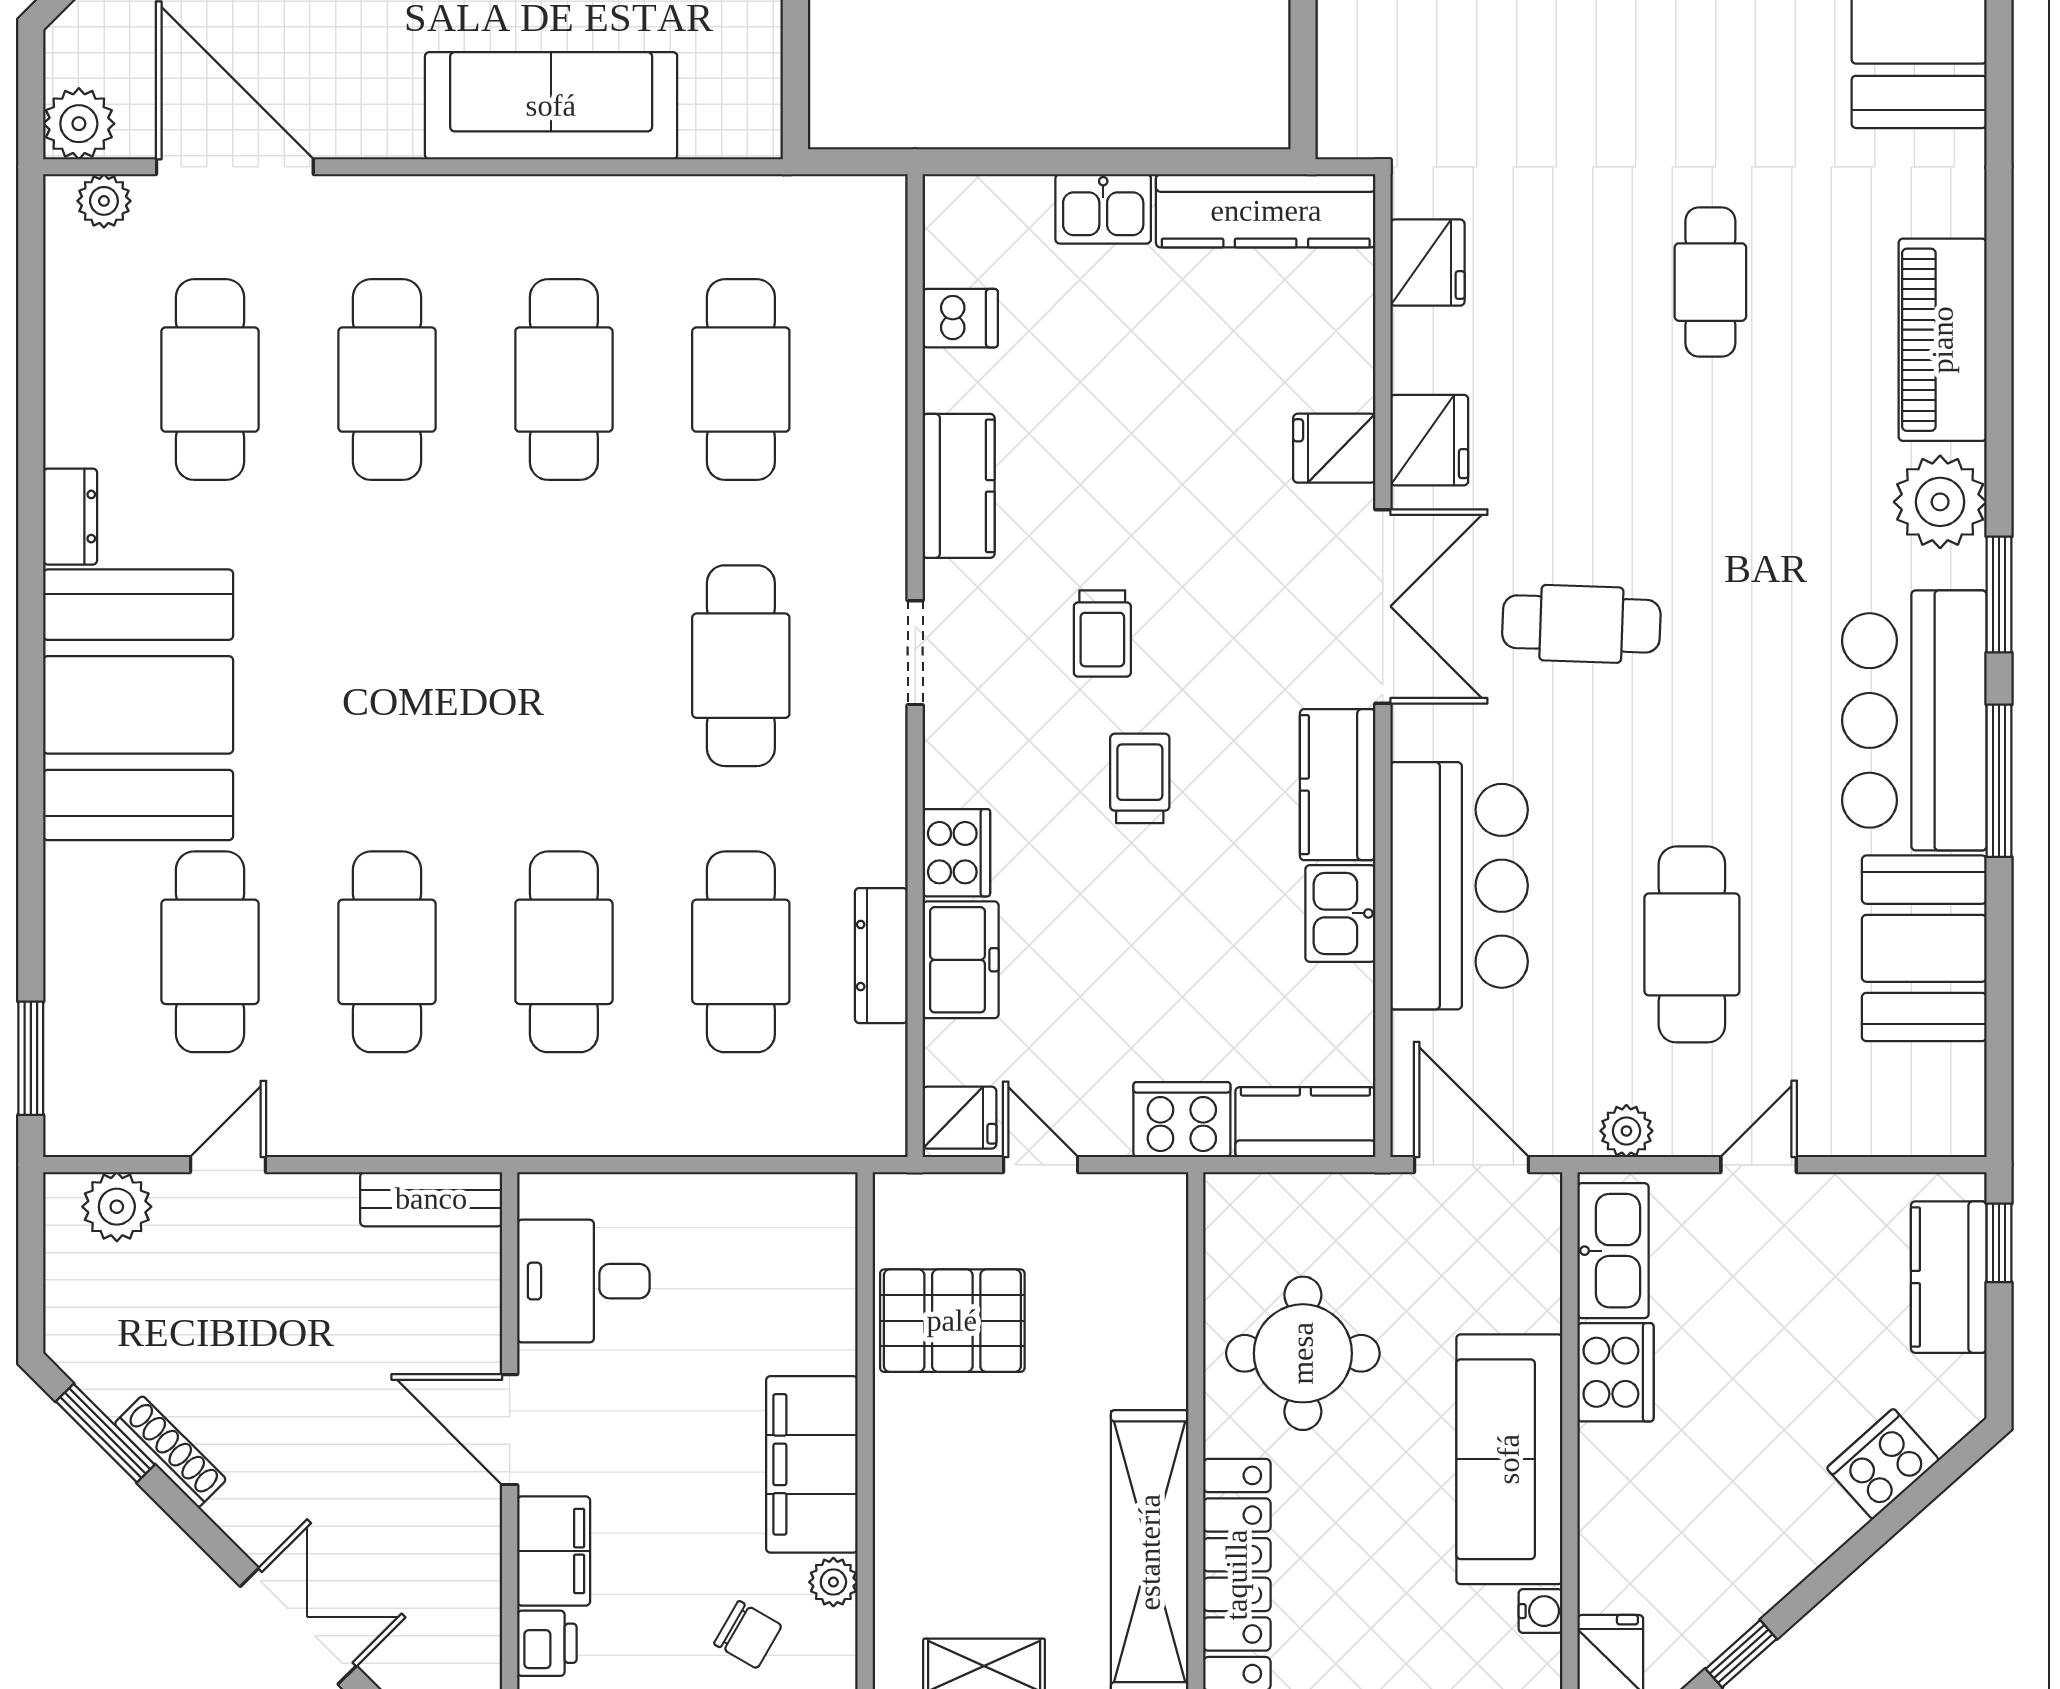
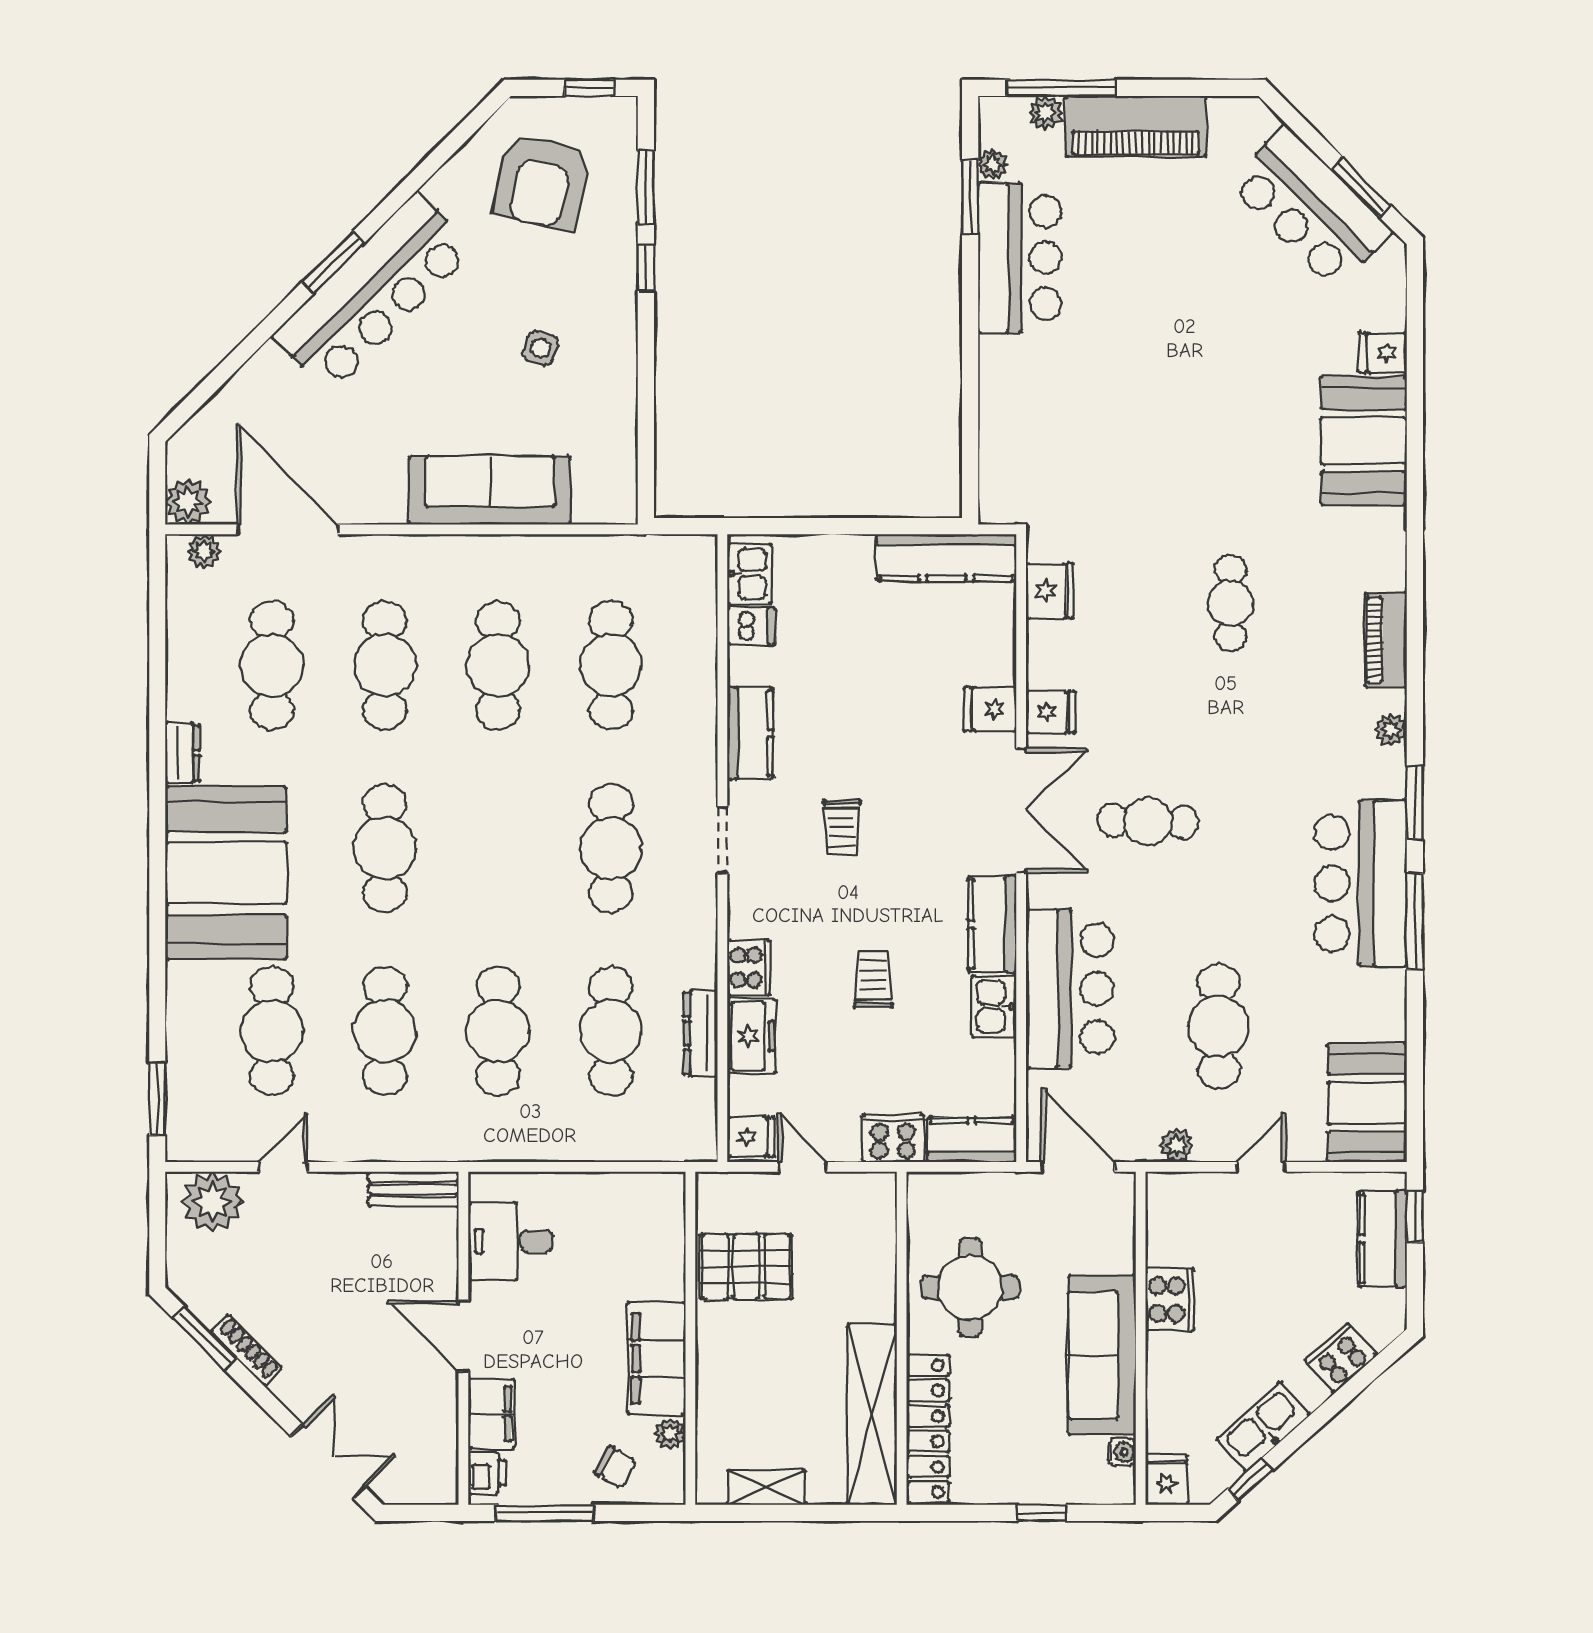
kitchen sink: (1103, 209) -> (749, 574), moved, turned -90
piano: (1943, 340) -> (1386, 640), width x0.73, depth x0.75
fridge: (1429, 440) -> (1051, 712), width x0.72
plant: (1940, 502) -> (1391, 730), width x0.53, depth x0.53
cafe table: (387, 666) -> (385, 848), added
trolley: (1140, 778) -> (873, 979), moved
booth: (1924, 948) -> (1367, 1103), moved
plant: (117, 1207) -> (212, 1202), width x1.36, depth x1.36
kitchen sink: (1613, 1251) -> (1263, 1427), moved, turned -132

